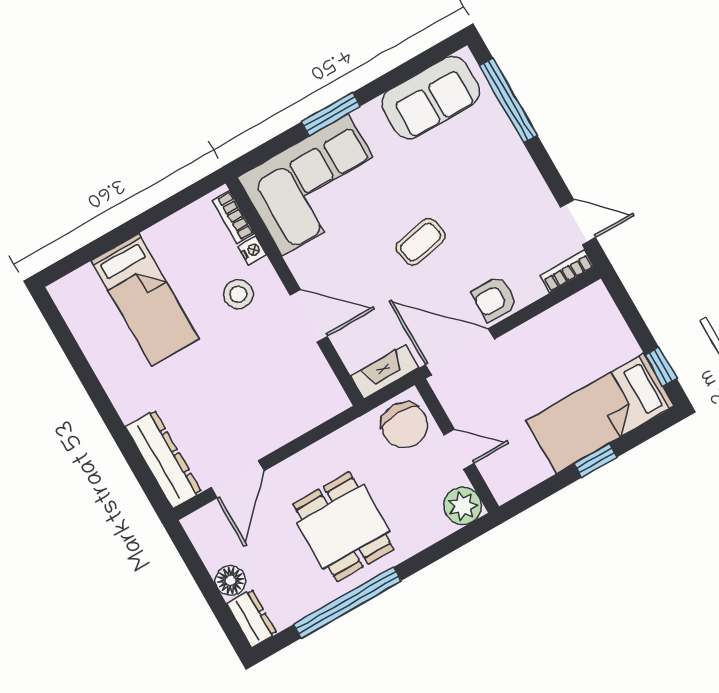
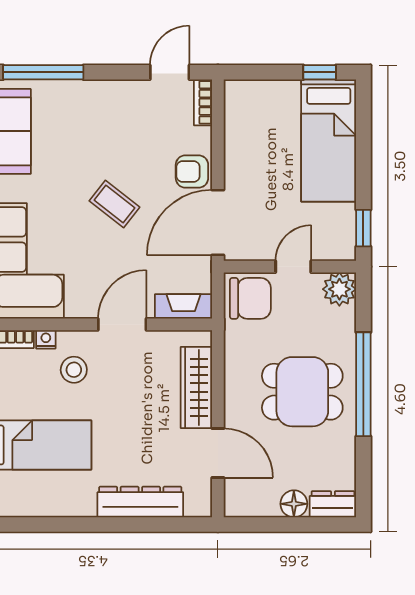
coffee table: (421, 242) -> (114, 204), turned -41
armchair: (495, 299) -> (192, 171), turned 89
fireplace: (385, 372) -> (184, 306), moved, turned 90
wardrobe: (289, 422) -> (196, 387), added
dresser: (163, 459) -> (140, 502), moved
window: (595, 461) -> (363, 228), moved
window: (347, 603) -> (363, 384), moved

